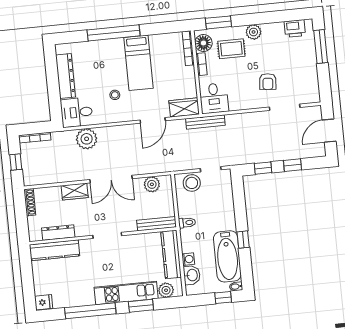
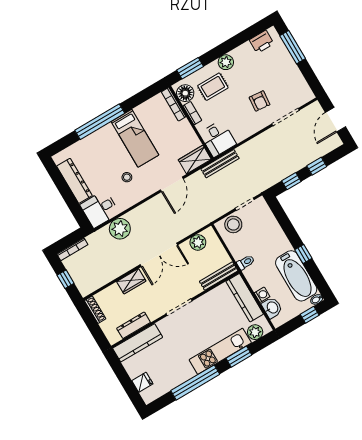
fridge: (44, 302) -> (142, 382), moved

